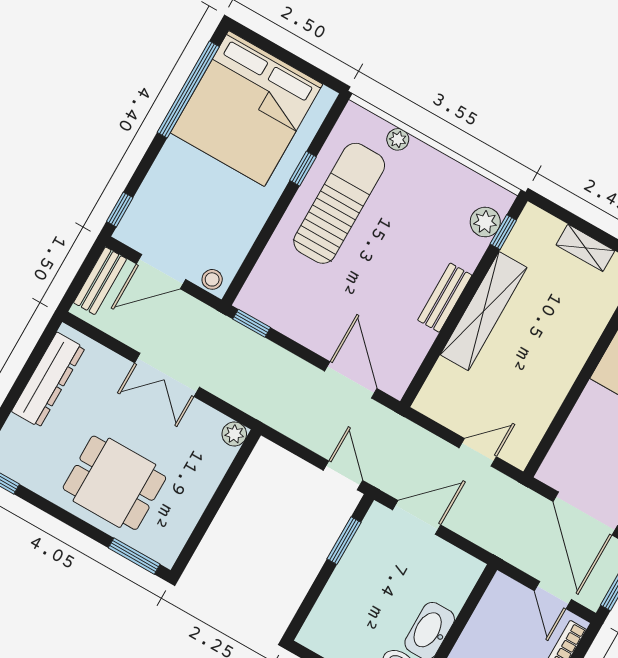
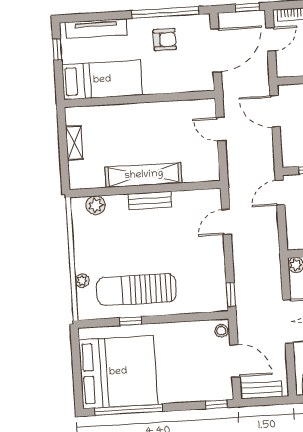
window: (503, 232) -> (95, 192), removed
door: (351, 380) -> (226, 222), width x0.73
door: (417, 517) -> (275, 111), moved

